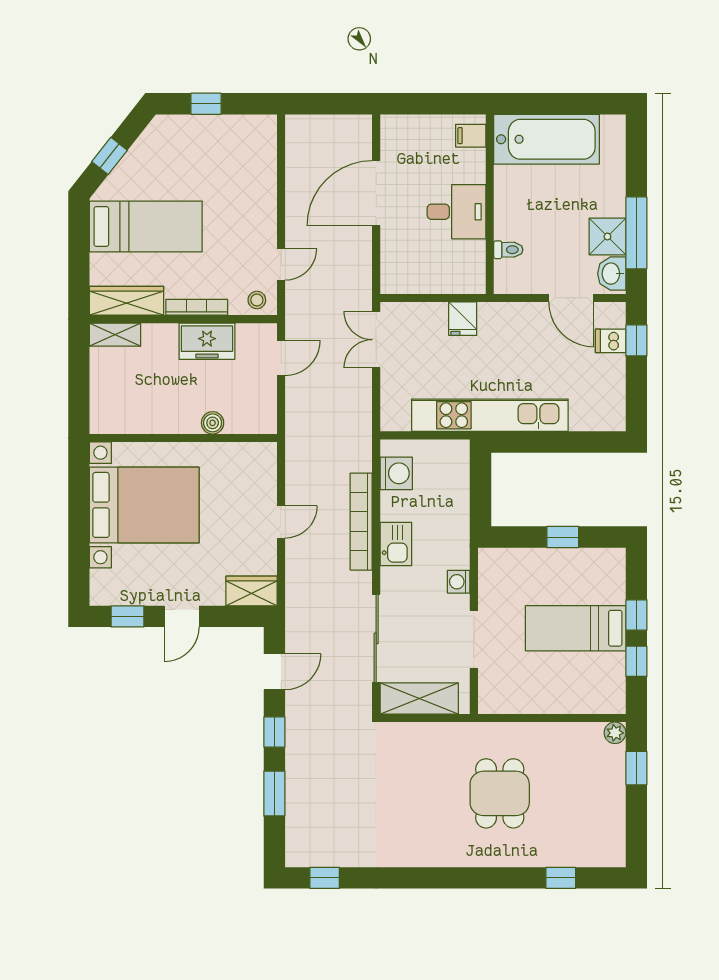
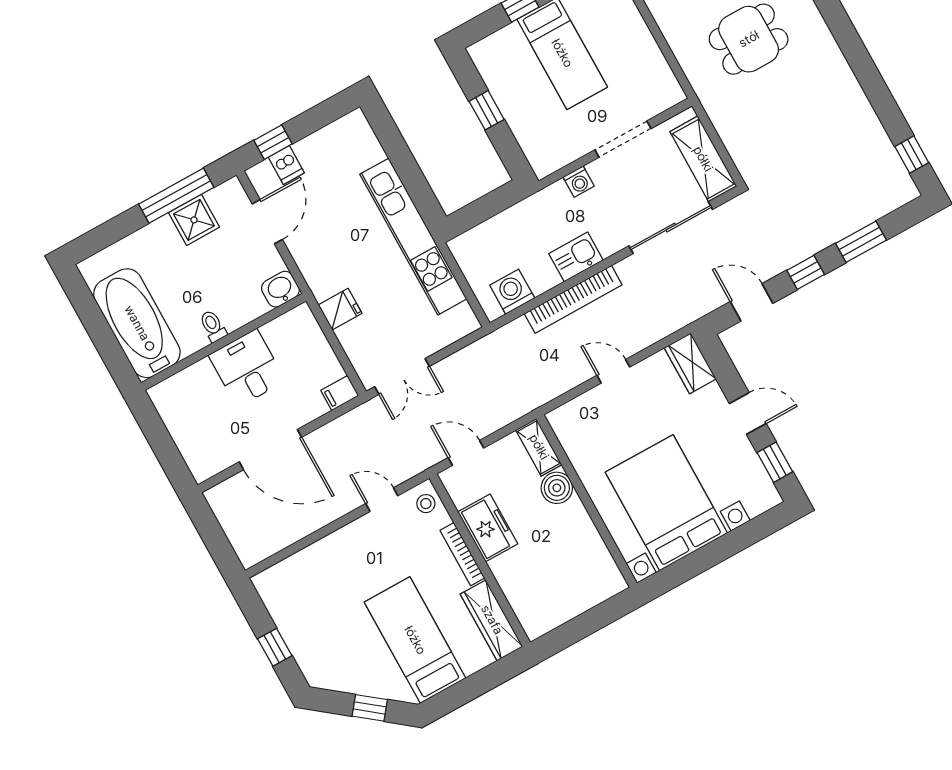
filing cabinet: (471, 136) -> (340, 393), moved, turned 90
toilet: (508, 250) -> (213, 326), moved
washbasin: (612, 274) -> (280, 289), moved, turned 180
shelving: (115, 335) -> (539, 447), moved
boiler: (213, 423) -> (557, 488), width x1.36, depth x1.36

